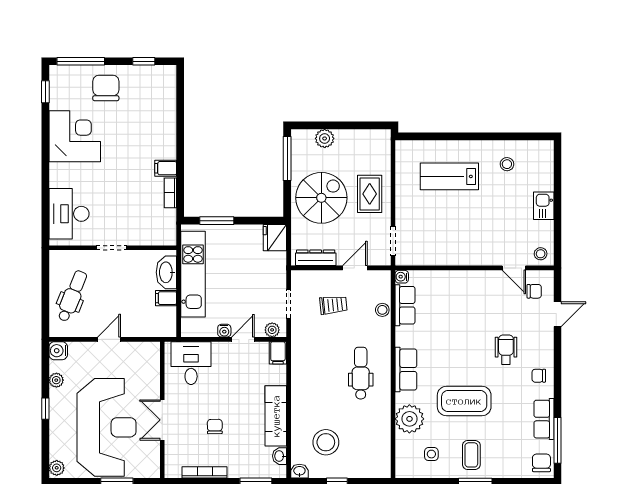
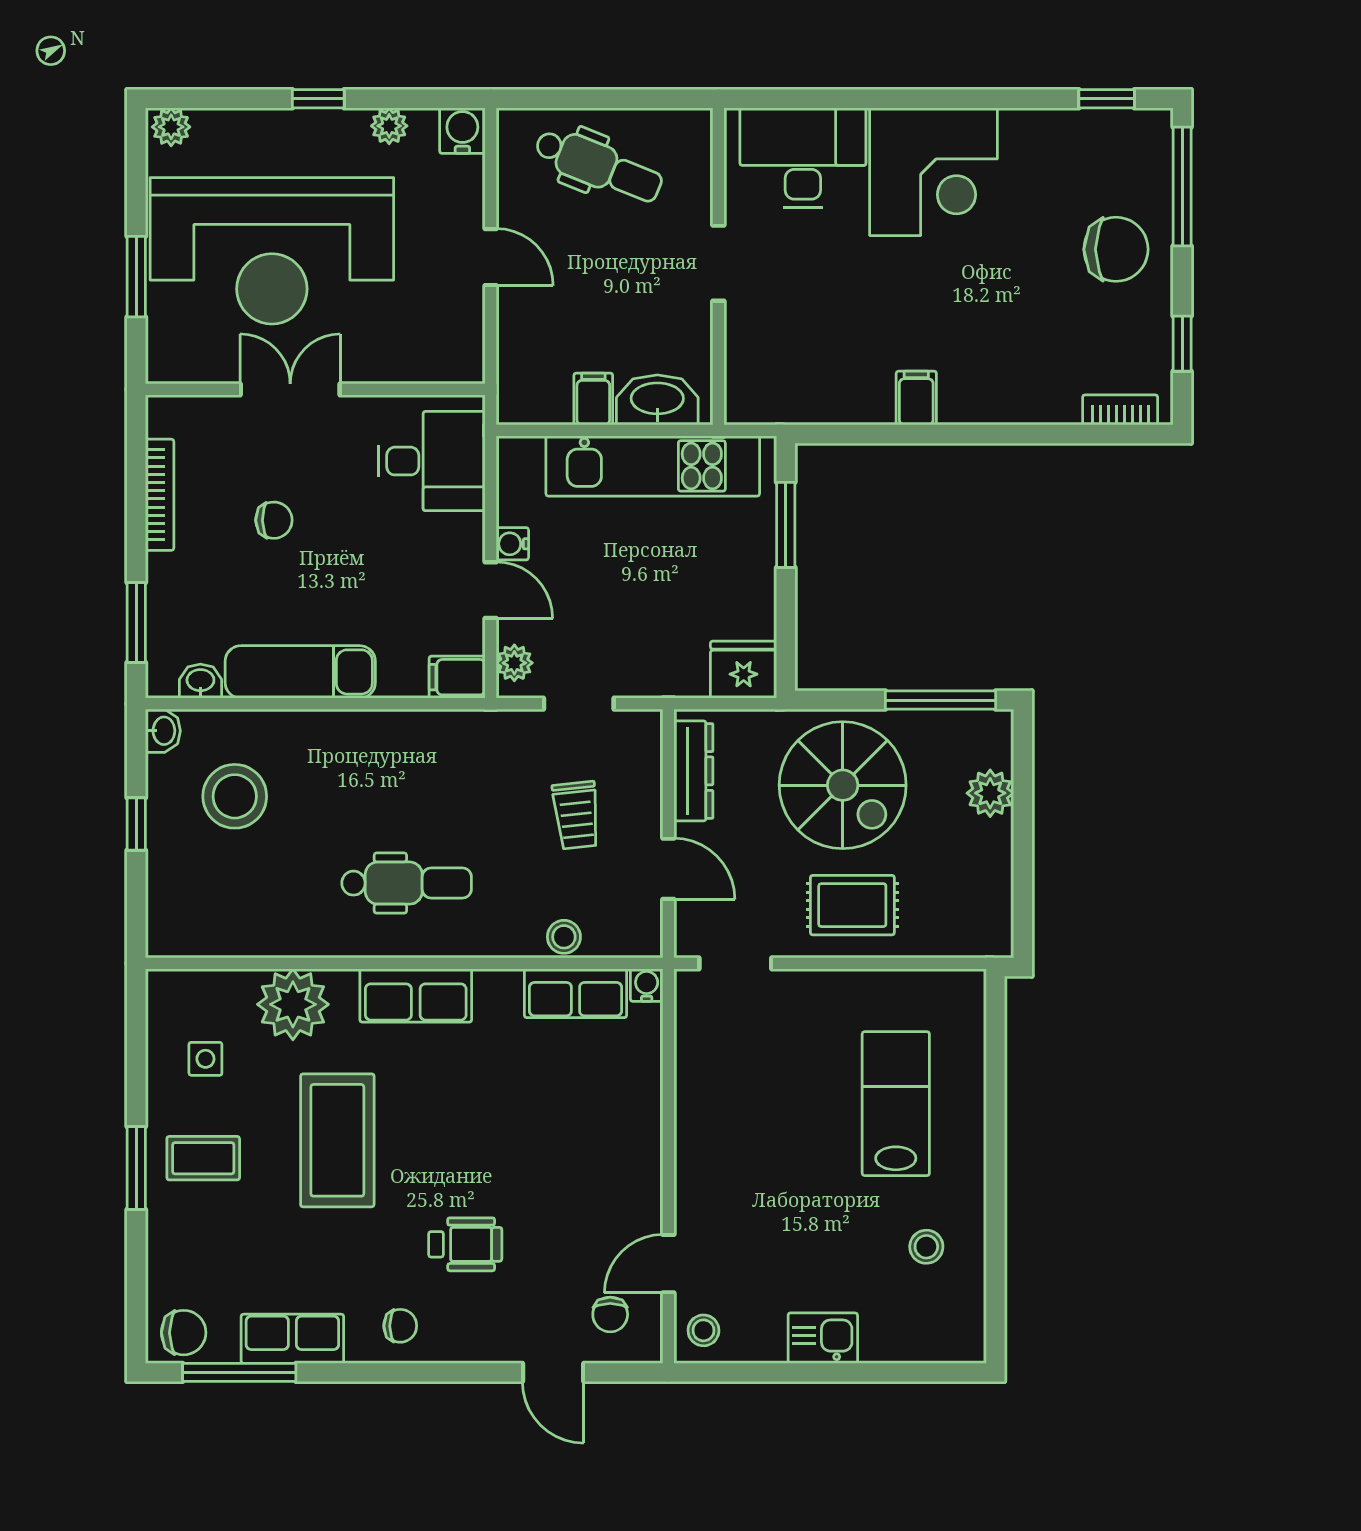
corner desk: (75, 136) -> (934, 172), moved
bookcase: (170, 193) -> (1120, 410), moved
chair: (539, 376) -> (400, 1326), turned 90

